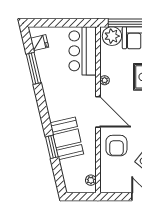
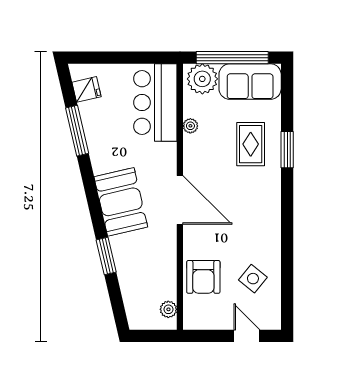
plant: (105, 80) -> (190, 126), moved
booth: (67, 138) -> (121, 202), moved
armchair: (116, 146) -> (203, 277), moved

